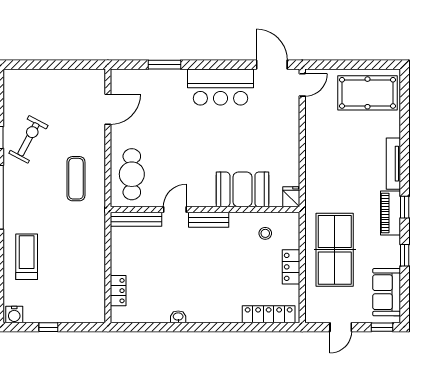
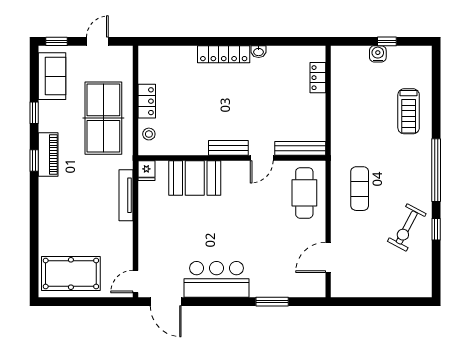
tv unit: (393, 164) -> (126, 195), moved, turned 180
stool: (265, 233) -> (149, 134), moved
locker: (269, 314) -> (224, 54), moved
water cooler: (14, 315) -> (378, 54), moved

